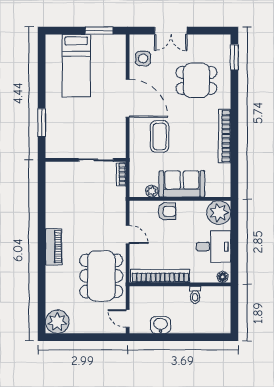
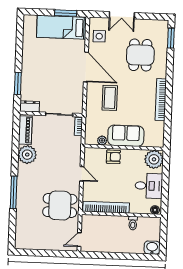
bed: (76, 66) -> (61, 27), moved, turned 90
dining table: (196, 80) -> (140, 55), turned 90
dresser: (58, 151) -> (30, 106), added
piano: (54, 247) -> (25, 130), moved
window: (42, 261) -> (14, 192), added
dining table: (101, 276) -> (60, 205), width x0.73
door: (128, 318) -> (79, 240), hinge flipped
plant: (57, 322) -> (27, 155), moved
washbasin: (161, 325) -> (152, 248), moved

